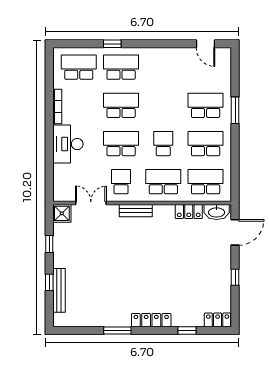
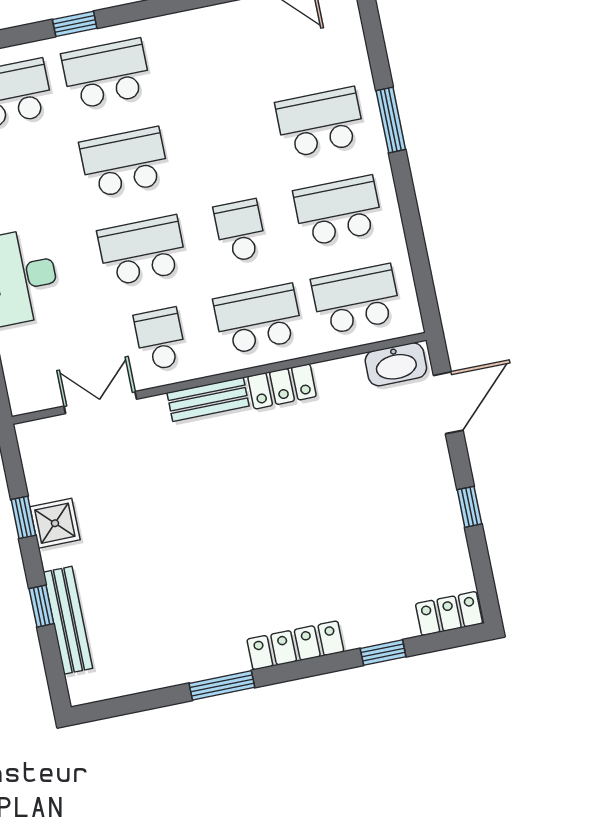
locker: (189, 212) -> (282, 386), moved
shower: (62, 213) -> (55, 523), moved

